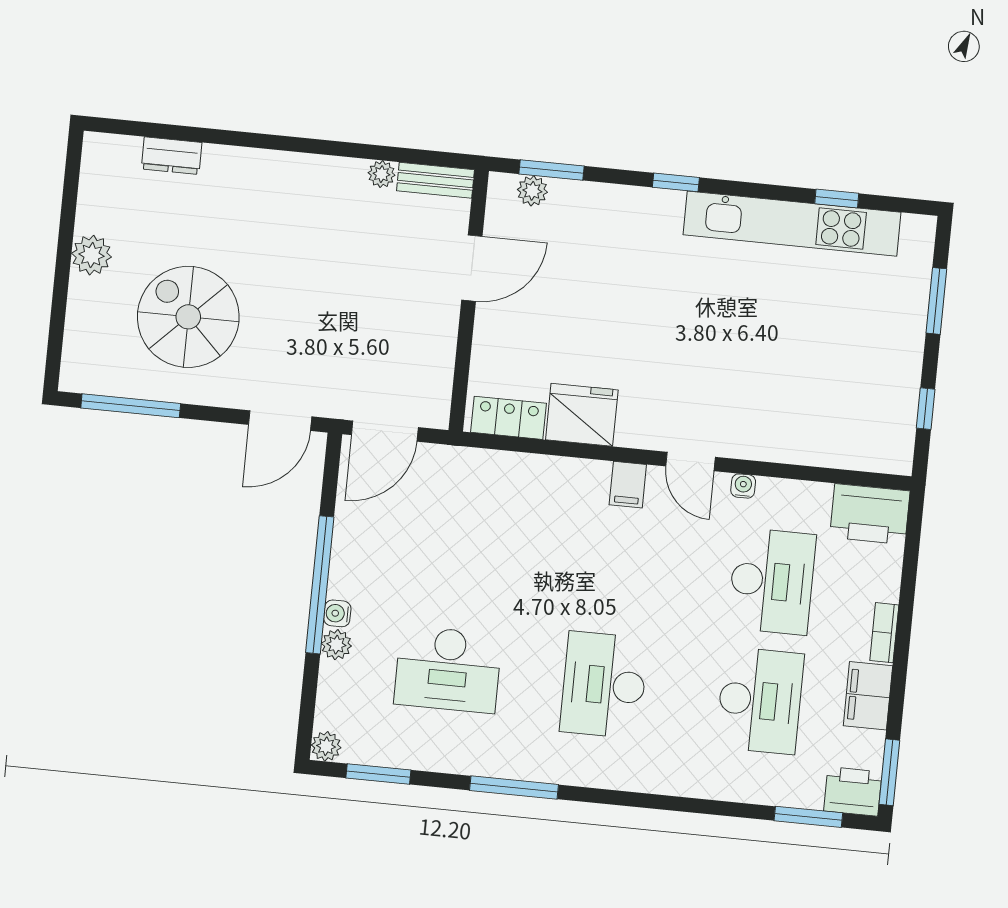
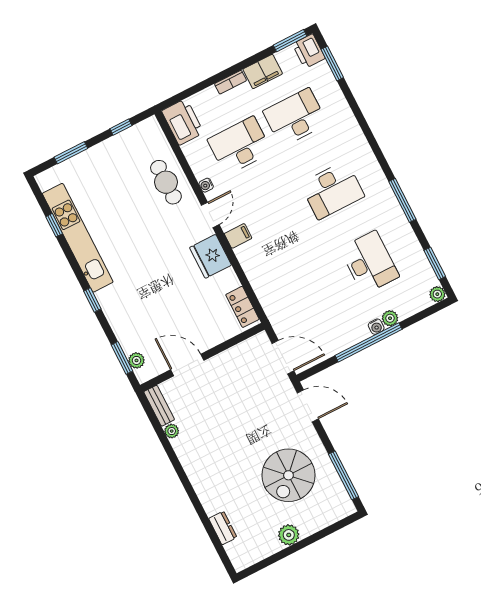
fridge: (582, 415) -> (211, 256), moved
cafe table: (790, 424) -> (166, 182), added

